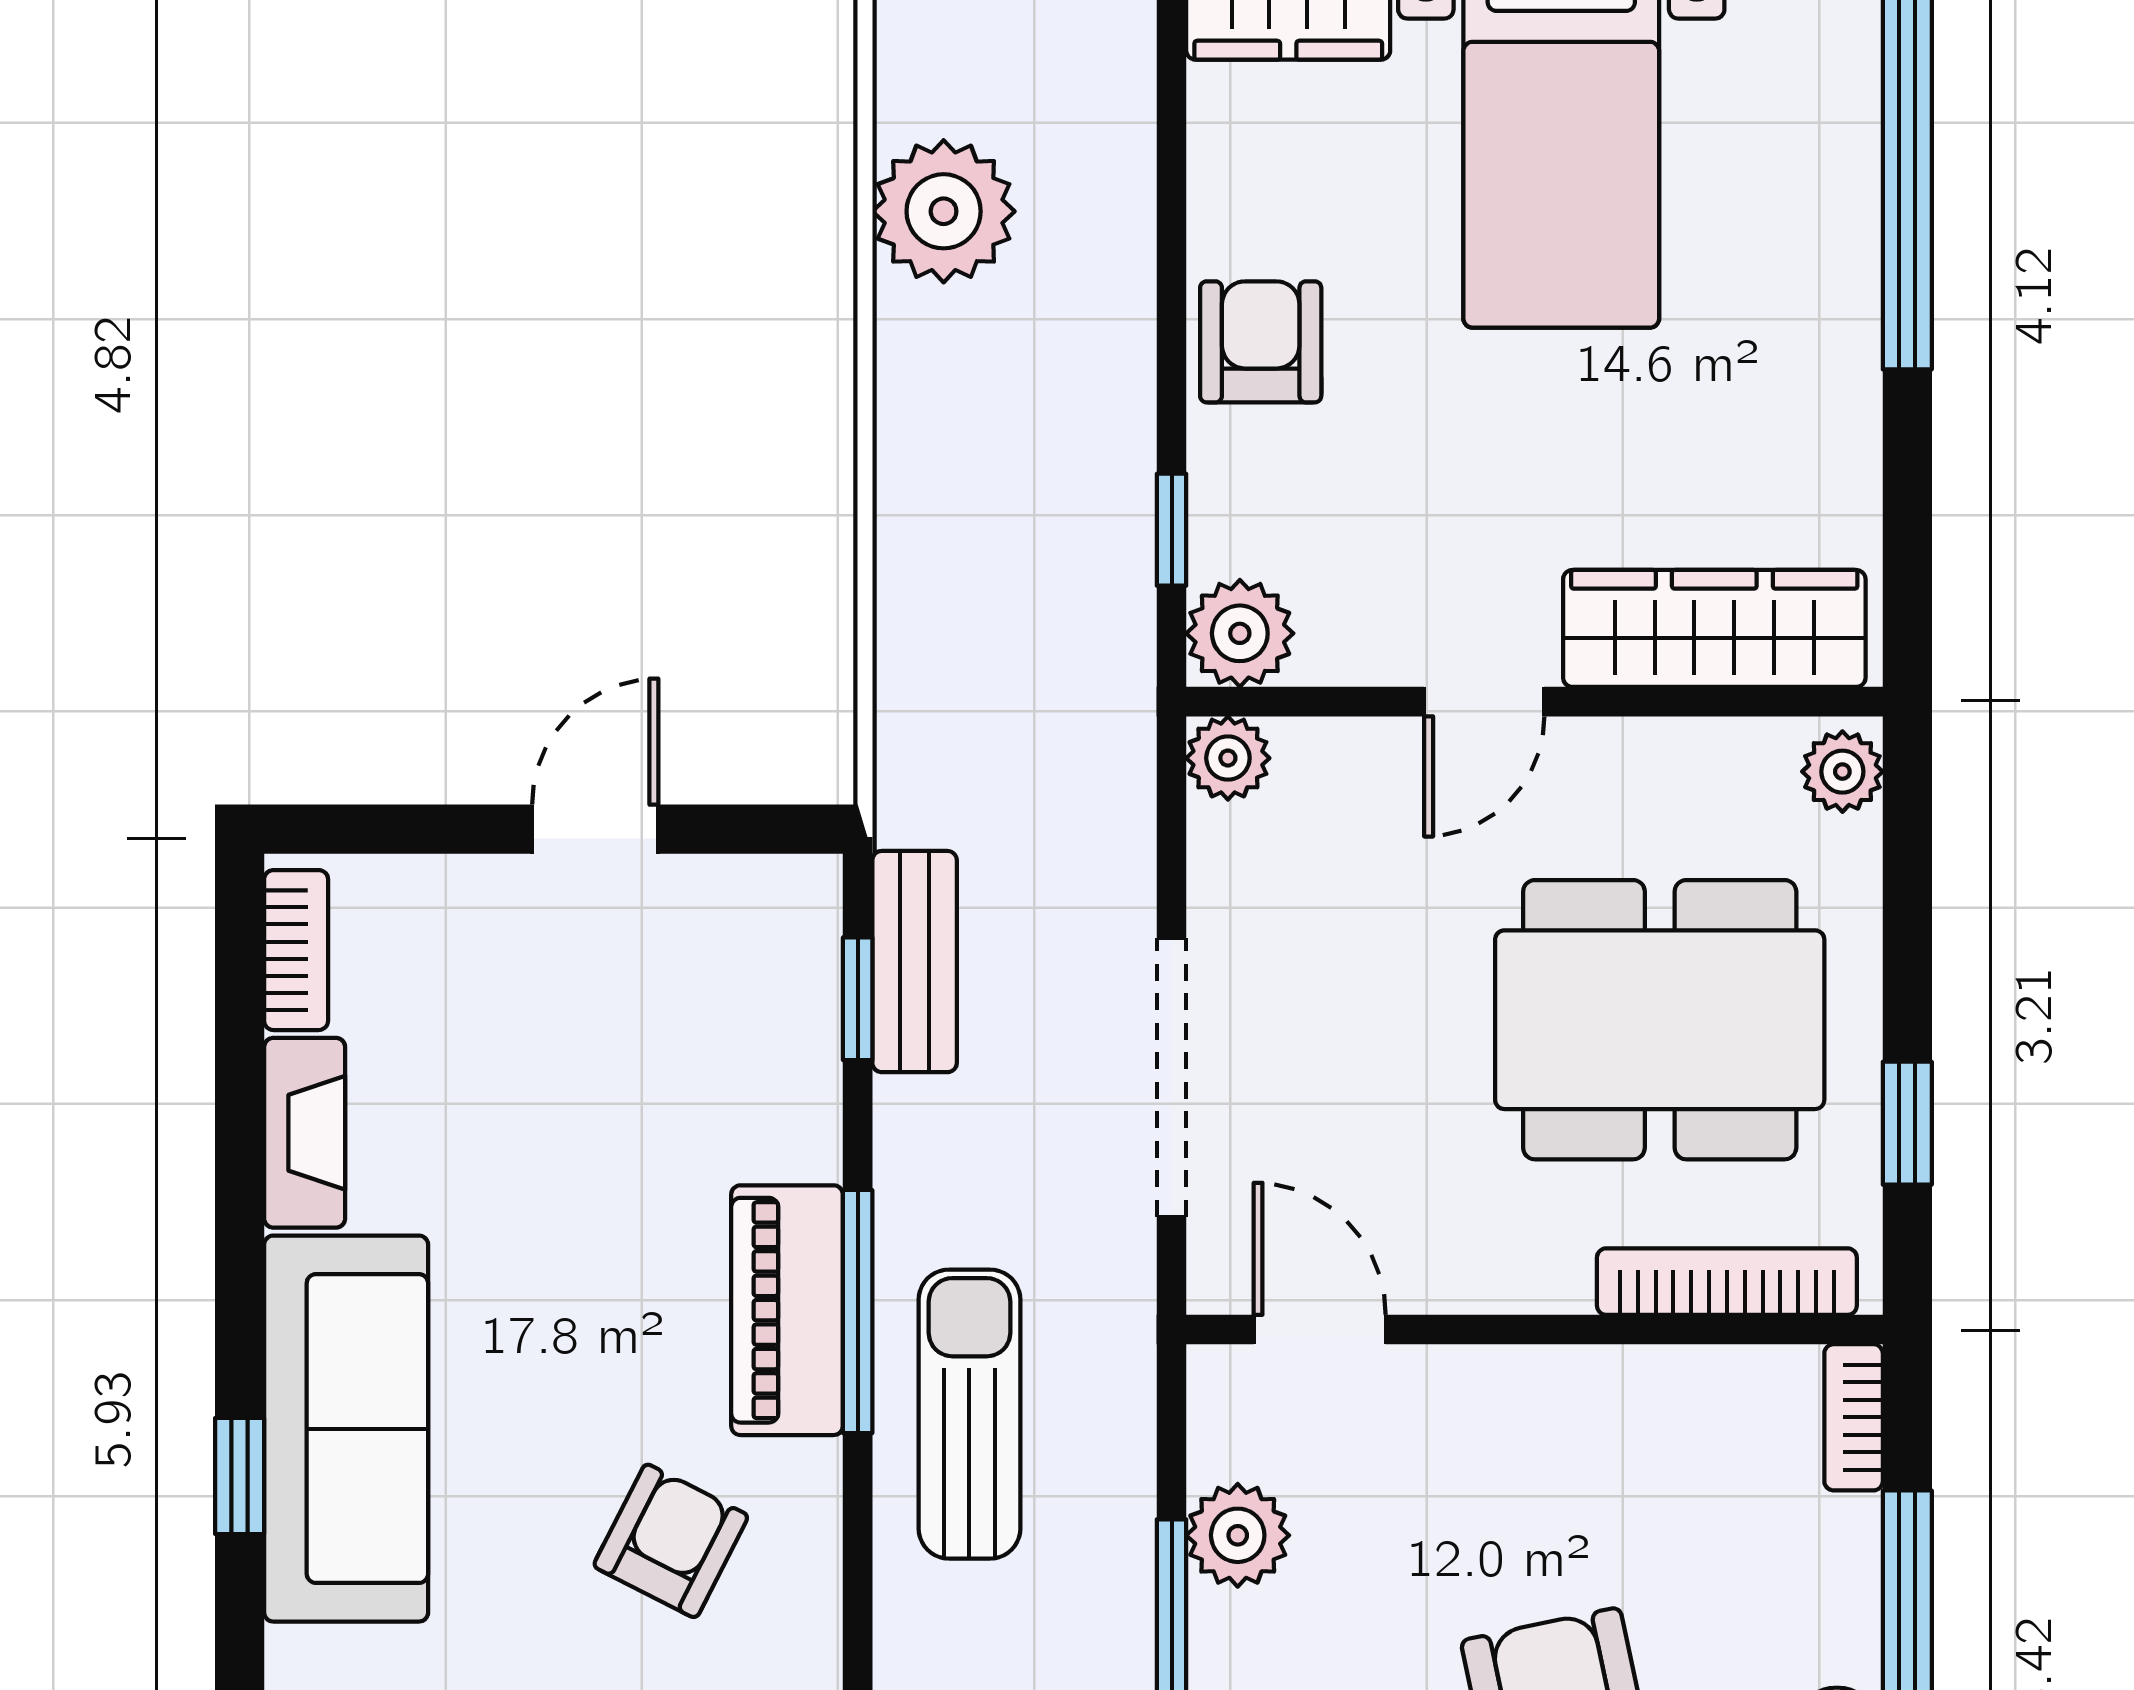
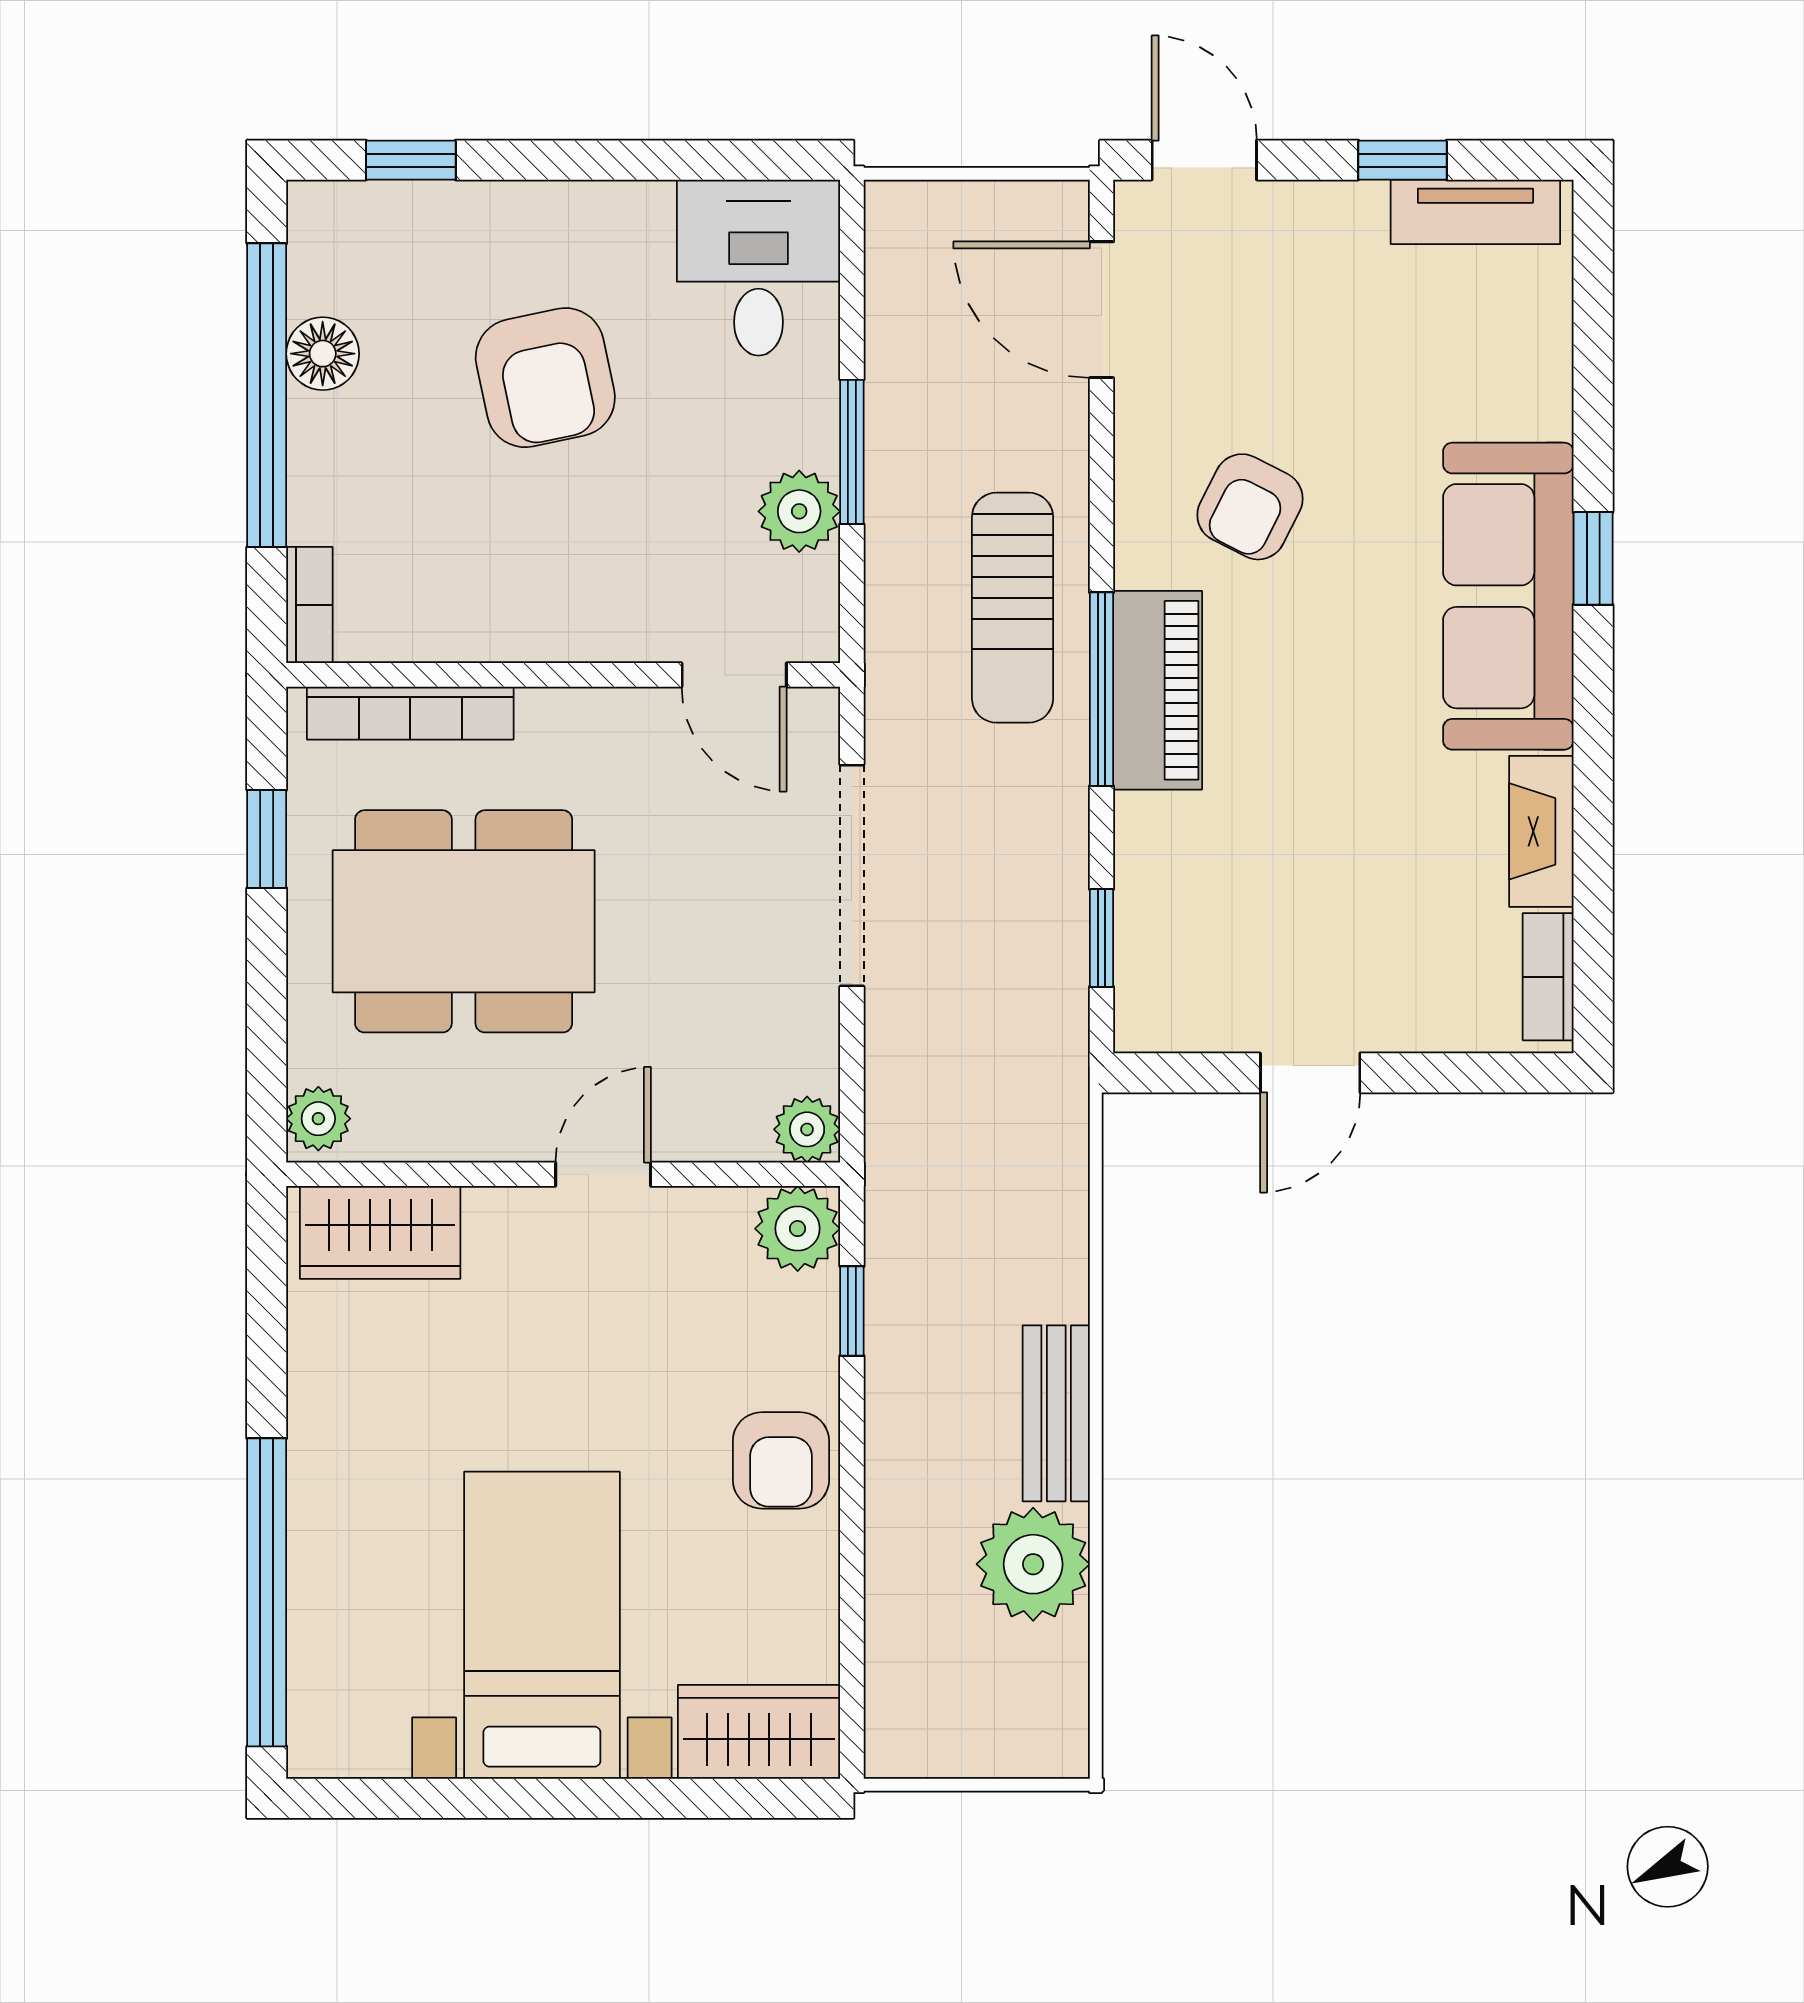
wardrobe: (1714, 628) -> (380, 1232), width x0.67
bench: (915, 962) -> (1056, 1413), moved

